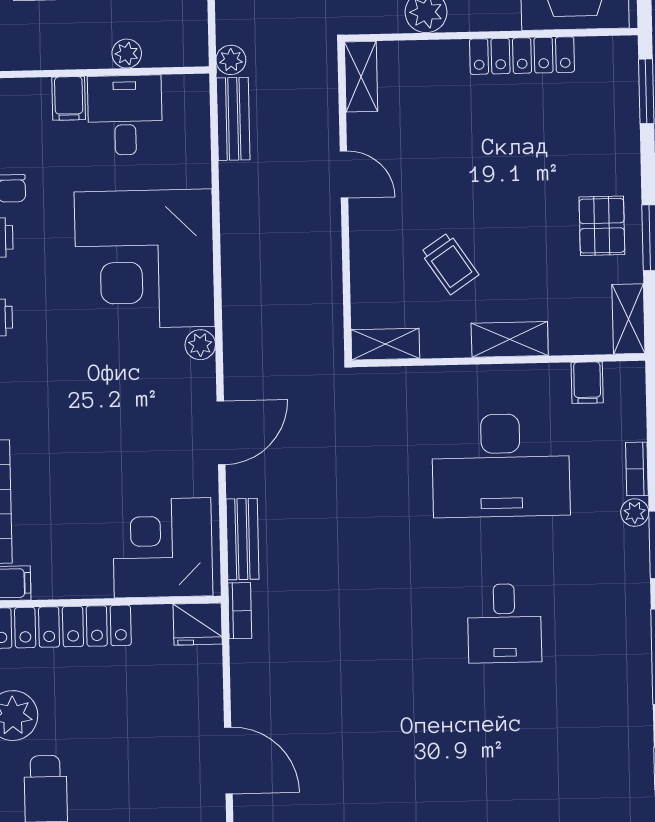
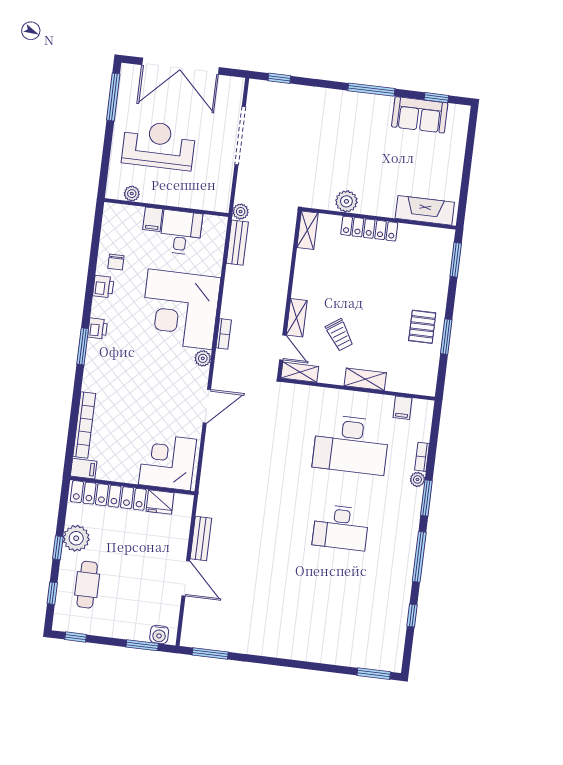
plant: (127, 54) -> (132, 194), moved
locker: (522, 56) -> (369, 229), moved
door: (344, 174) -> (283, 348), moved
shelving: (628, 319) -> (297, 318), moved
bench: (242, 539) -> (201, 539), moved
bookcase: (240, 611) -> (224, 334), moved
desk: (504, 623) -> (341, 527), width x1.37
fridge: (198, 624) -> (160, 502), moved

